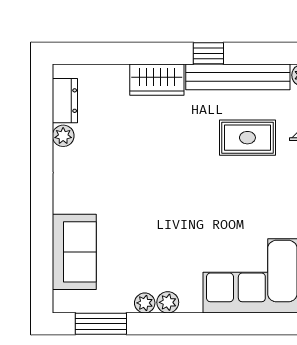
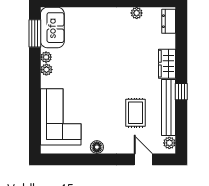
dresser: (65, 101) -> (169, 21), moved, turned 90
sofa: (74, 252) -> (52, 28), moved, turned -90

